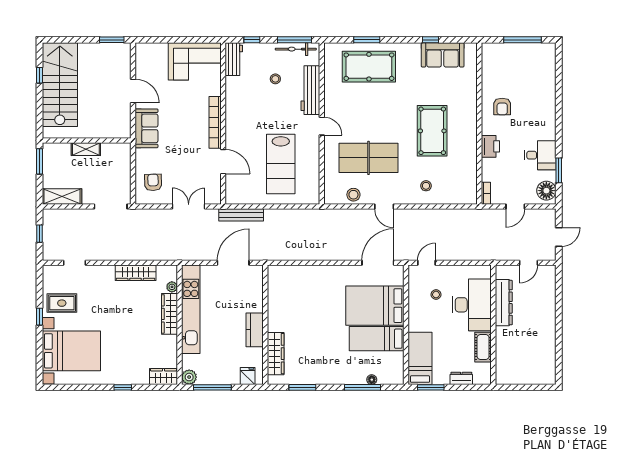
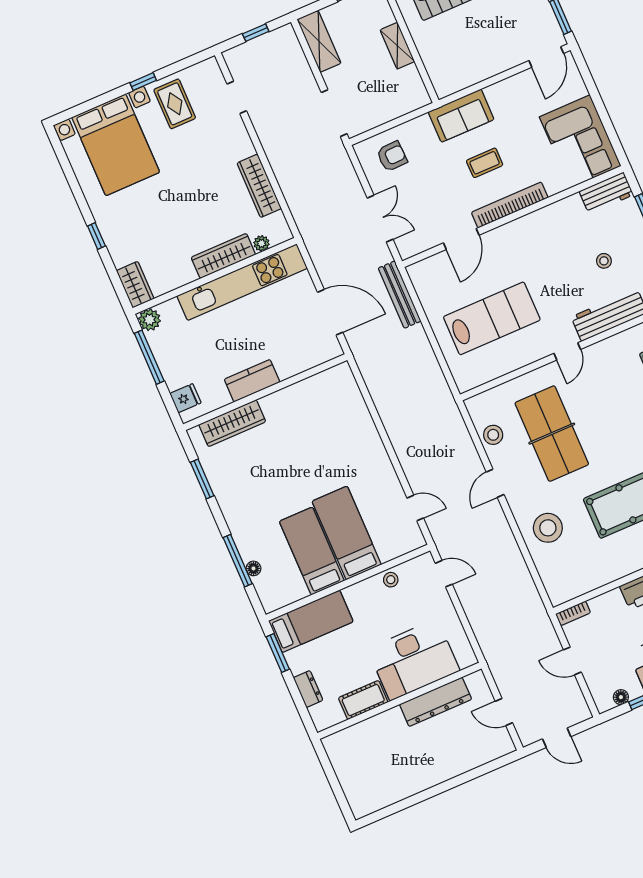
door: (133, 91) -> (546, 57), moved
coffee table: (182, 127) -> (485, 163), added
lab bench: (281, 164) -> (492, 318), turned 180
stool: (426, 186) -> (548, 528), width x1.89, depth x1.89
floor lamp: (546, 191) -> (621, 697), width x0.53, depth x0.53
door: (378, 263) -> (415, 508), width x0.53
stool: (436, 295) -> (391, 580), moved
bed: (375, 306) -> (347, 533), width x0.67

